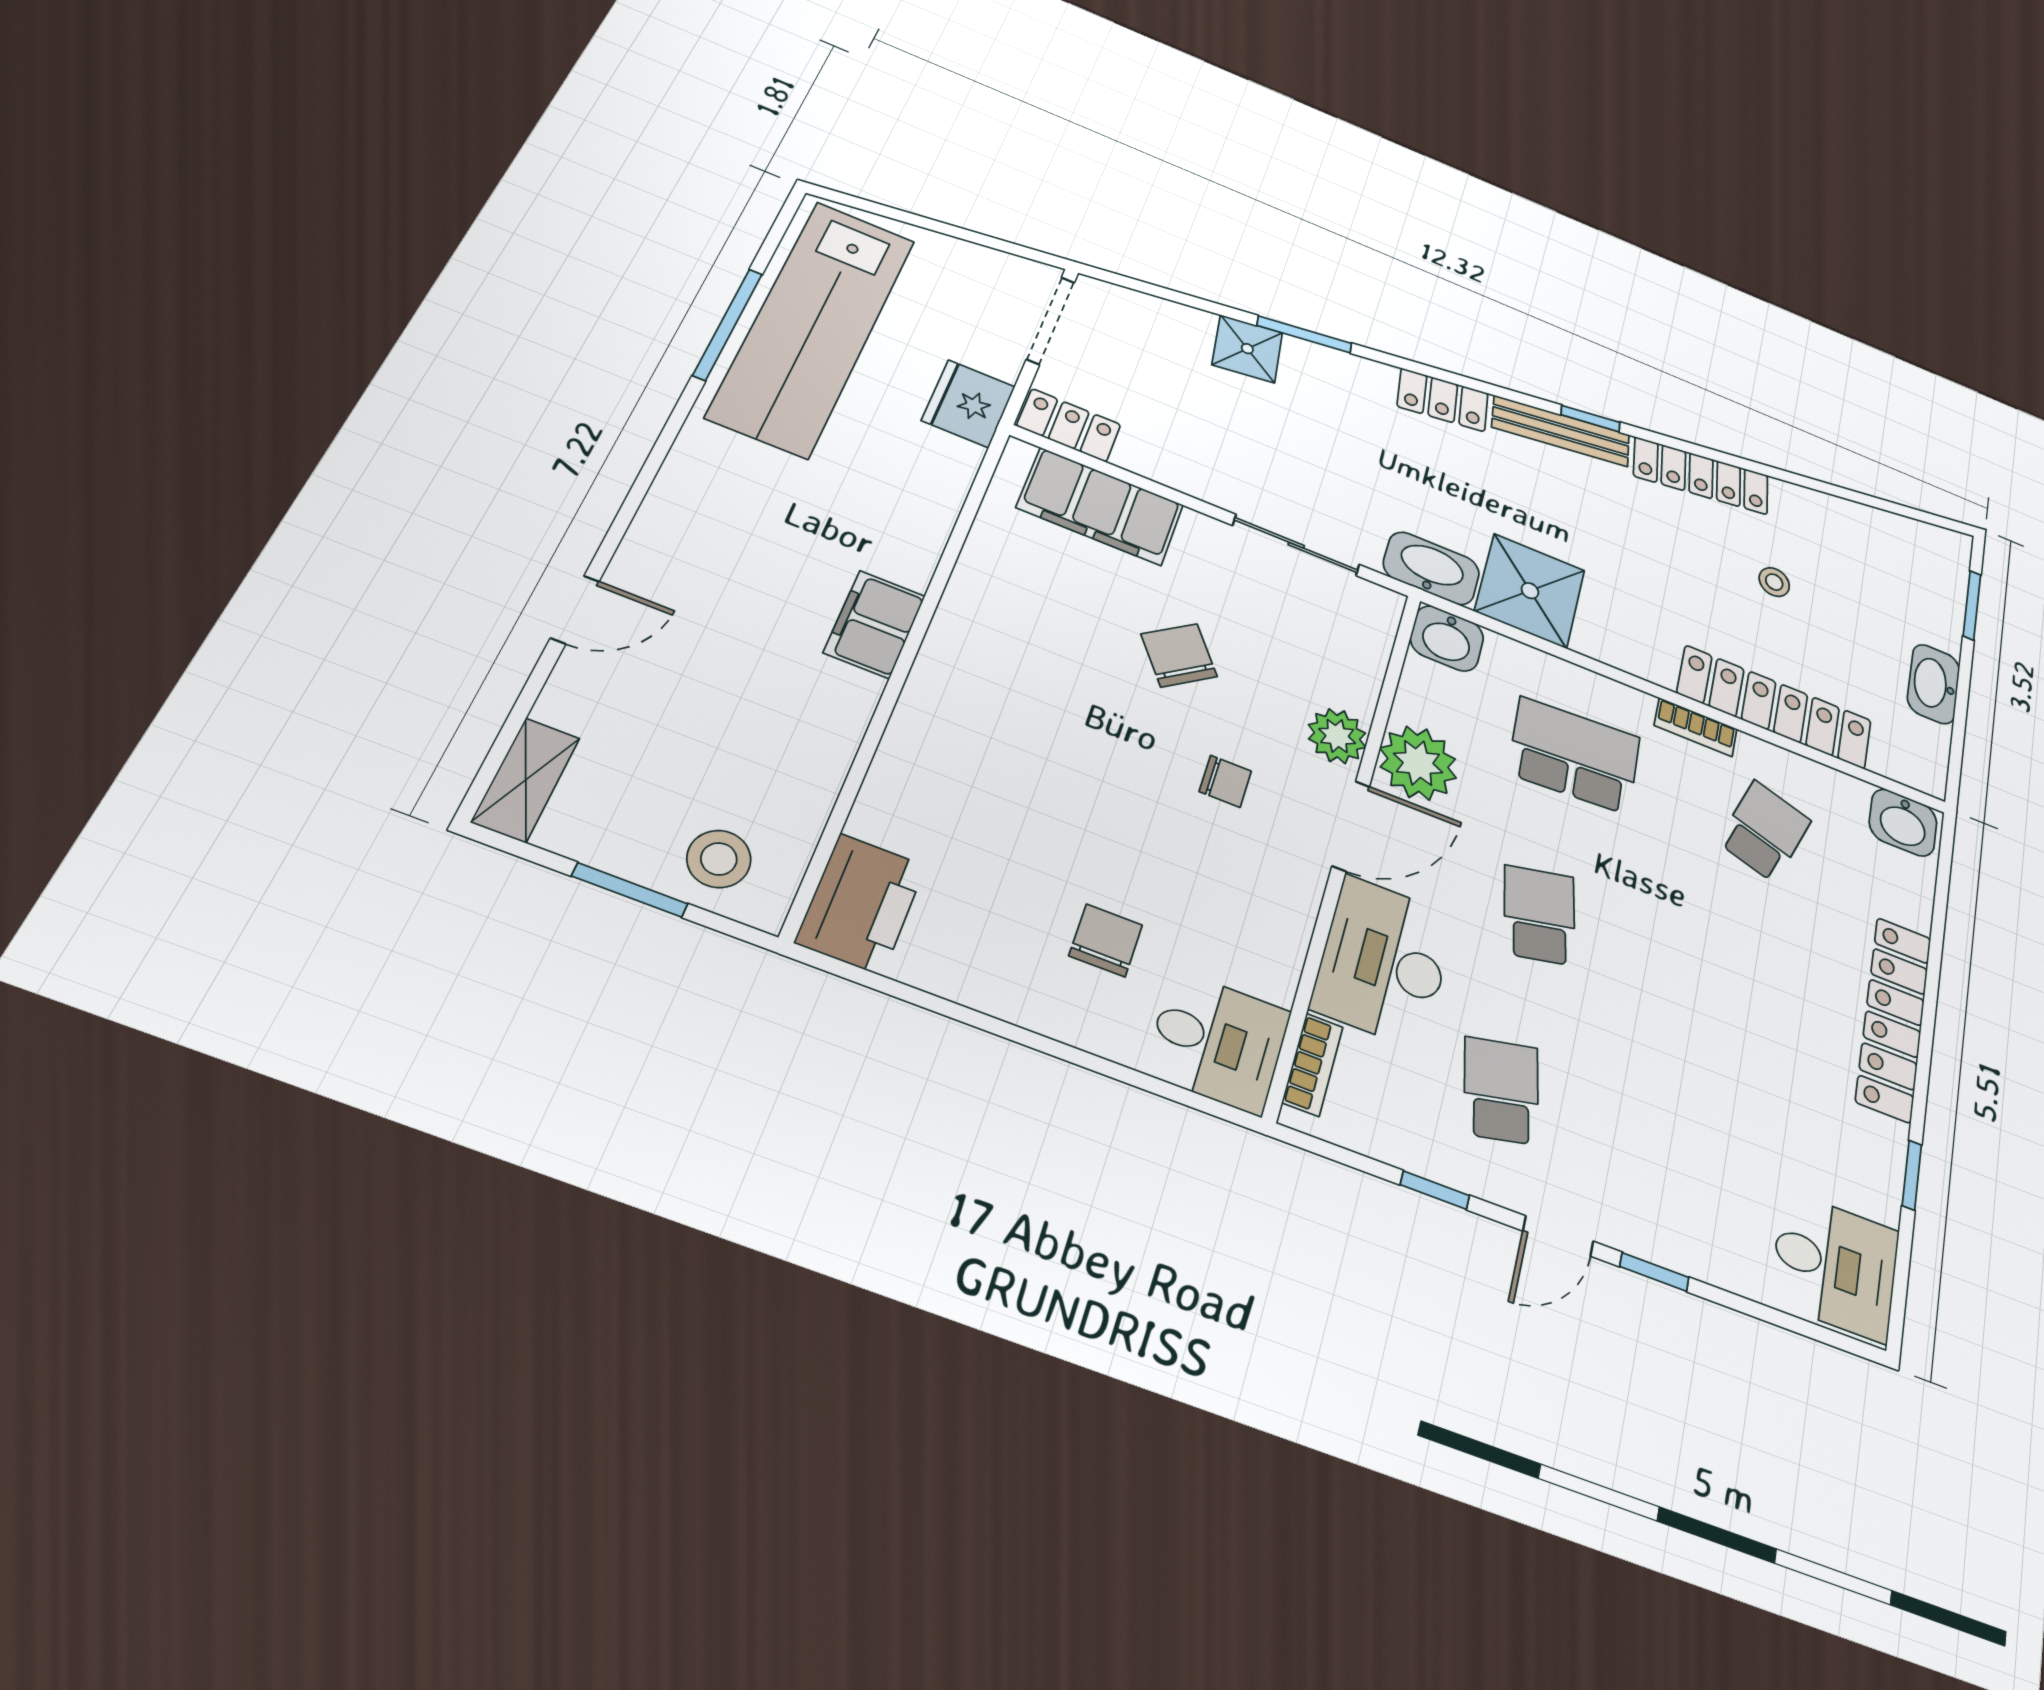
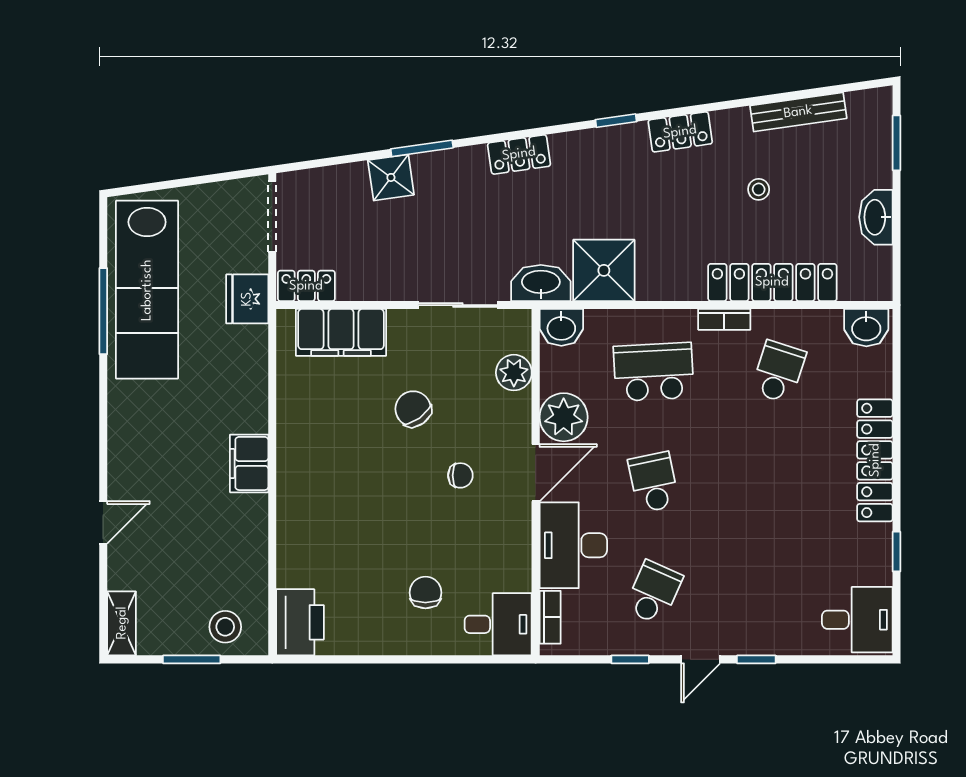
bench: (1561, 431) -> (798, 112), moved
locker: (1701, 476) -> (680, 132), width x0.66
plant: (1337, 736) -> (514, 373), moved
school desk: (1501, 1091) -> (654, 593), turned 36

